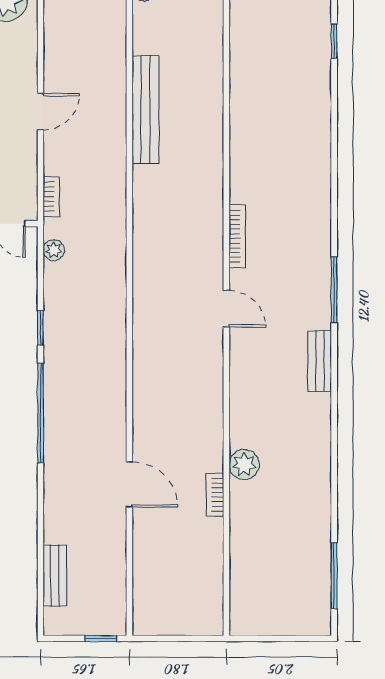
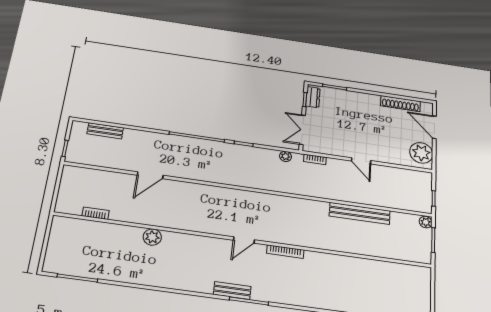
bench: (320, 361) -> (232, 290), moved
bookcase: (215, 495) -> (96, 213), moved

